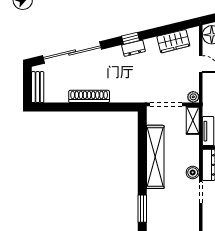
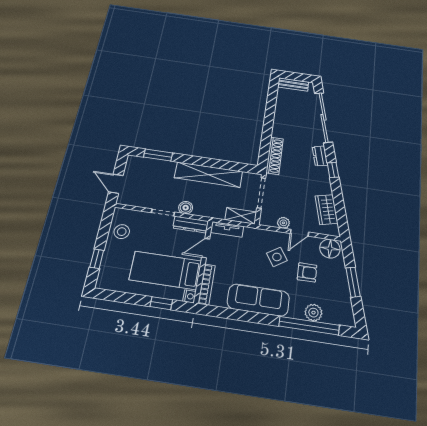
dresser: (133, 48) -> (320, 156), moved
shoe rack: (89, 96) -> (275, 156), moved
plant: (193, 97) -> (283, 223), moved

